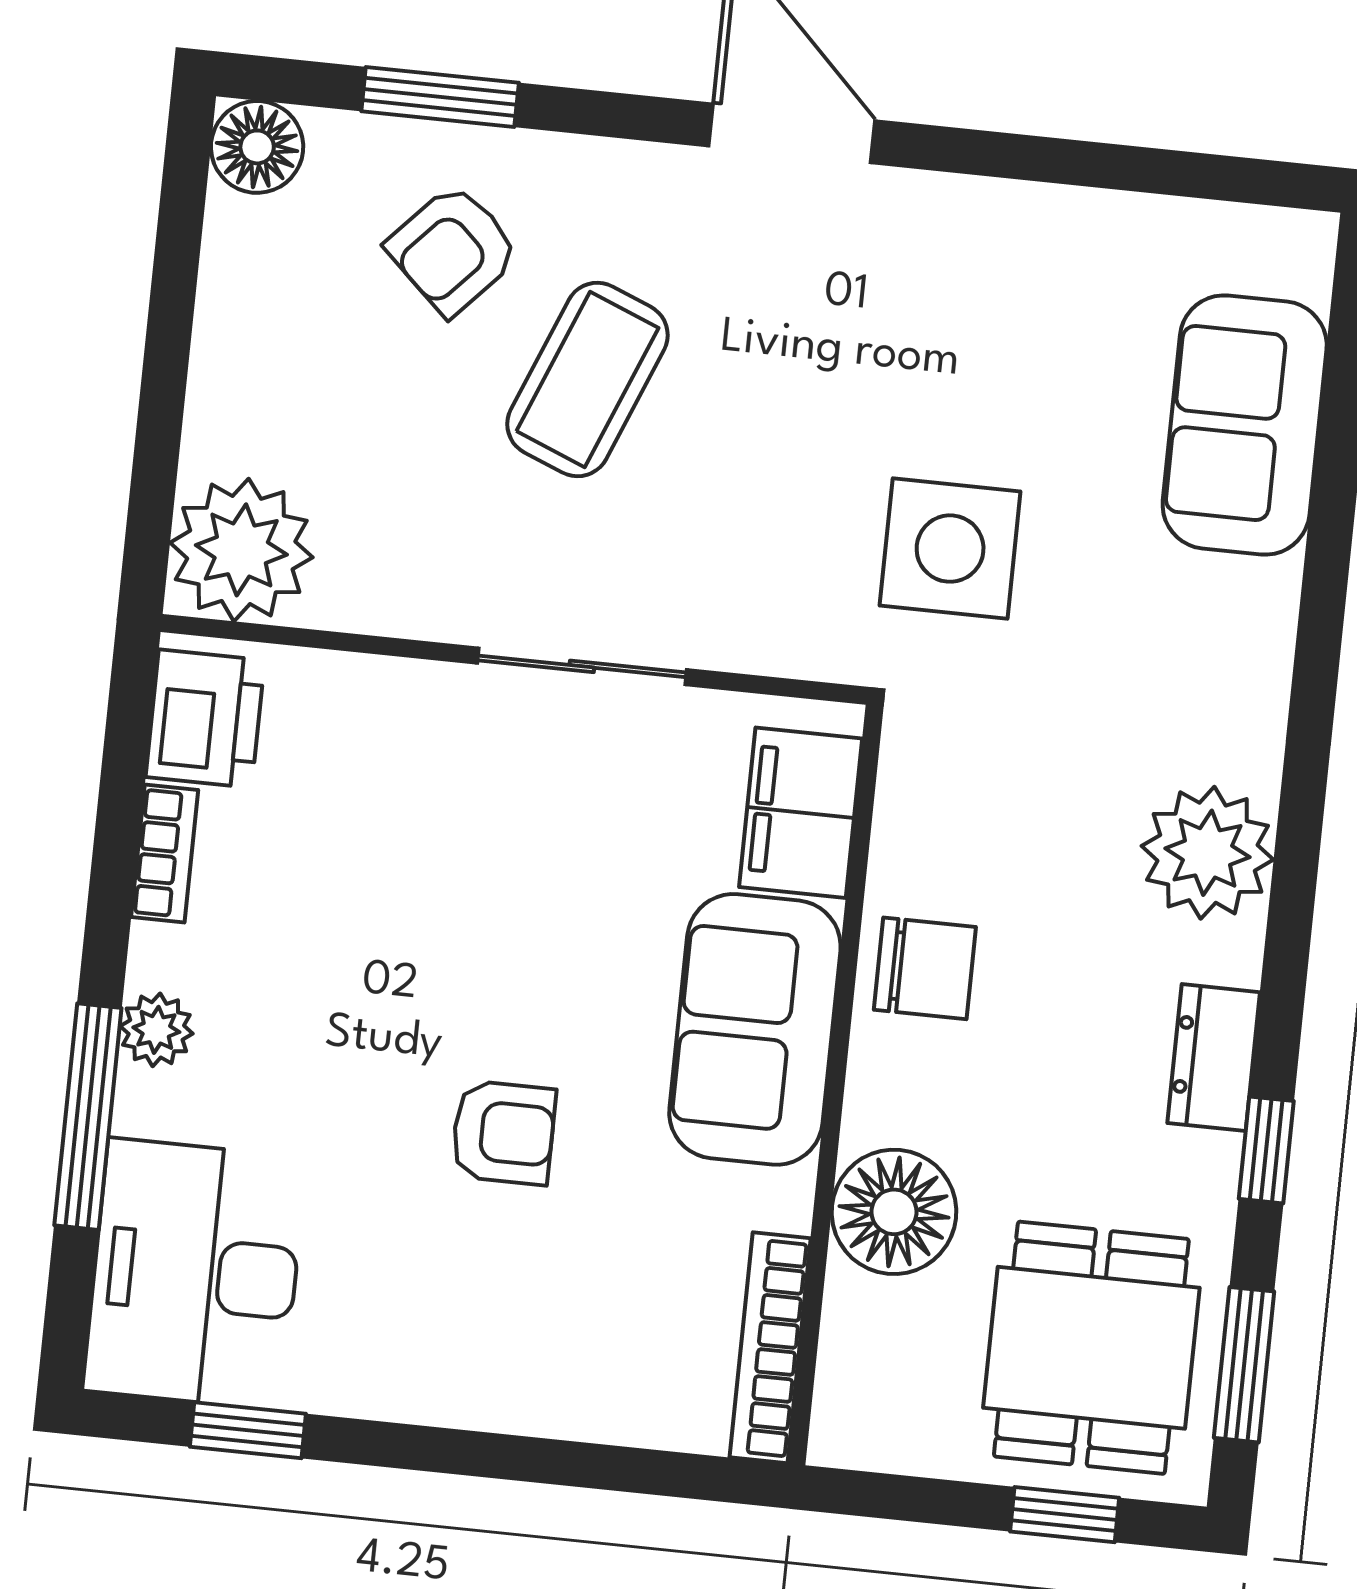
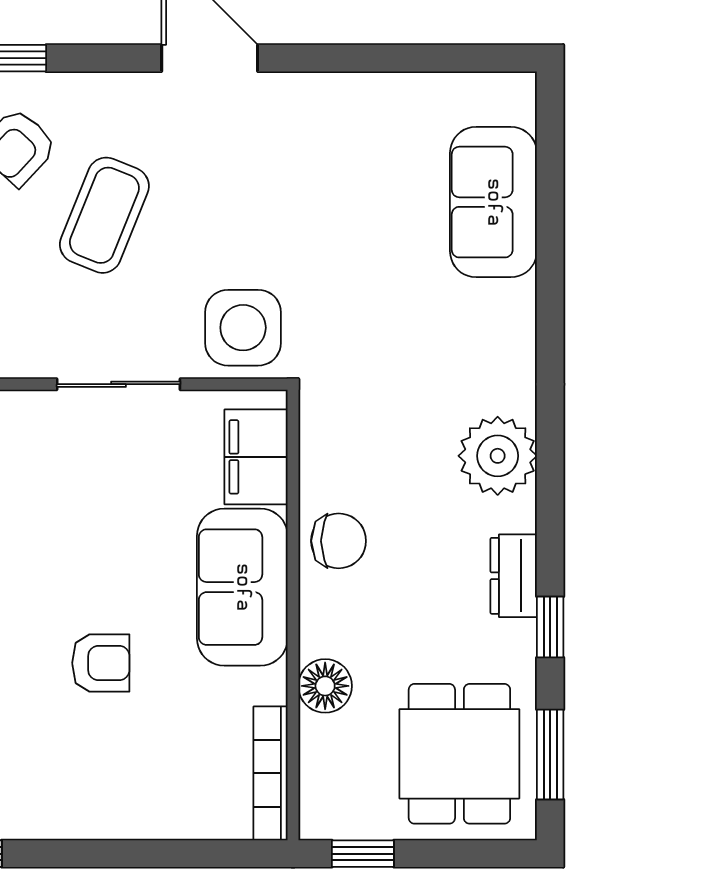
side table: (950, 549) -> (243, 328), moved
floor lamp: (894, 1212) -> (325, 686), width x0.73, depth x0.73
window: (1065, 1515) -> (363, 854), moved

